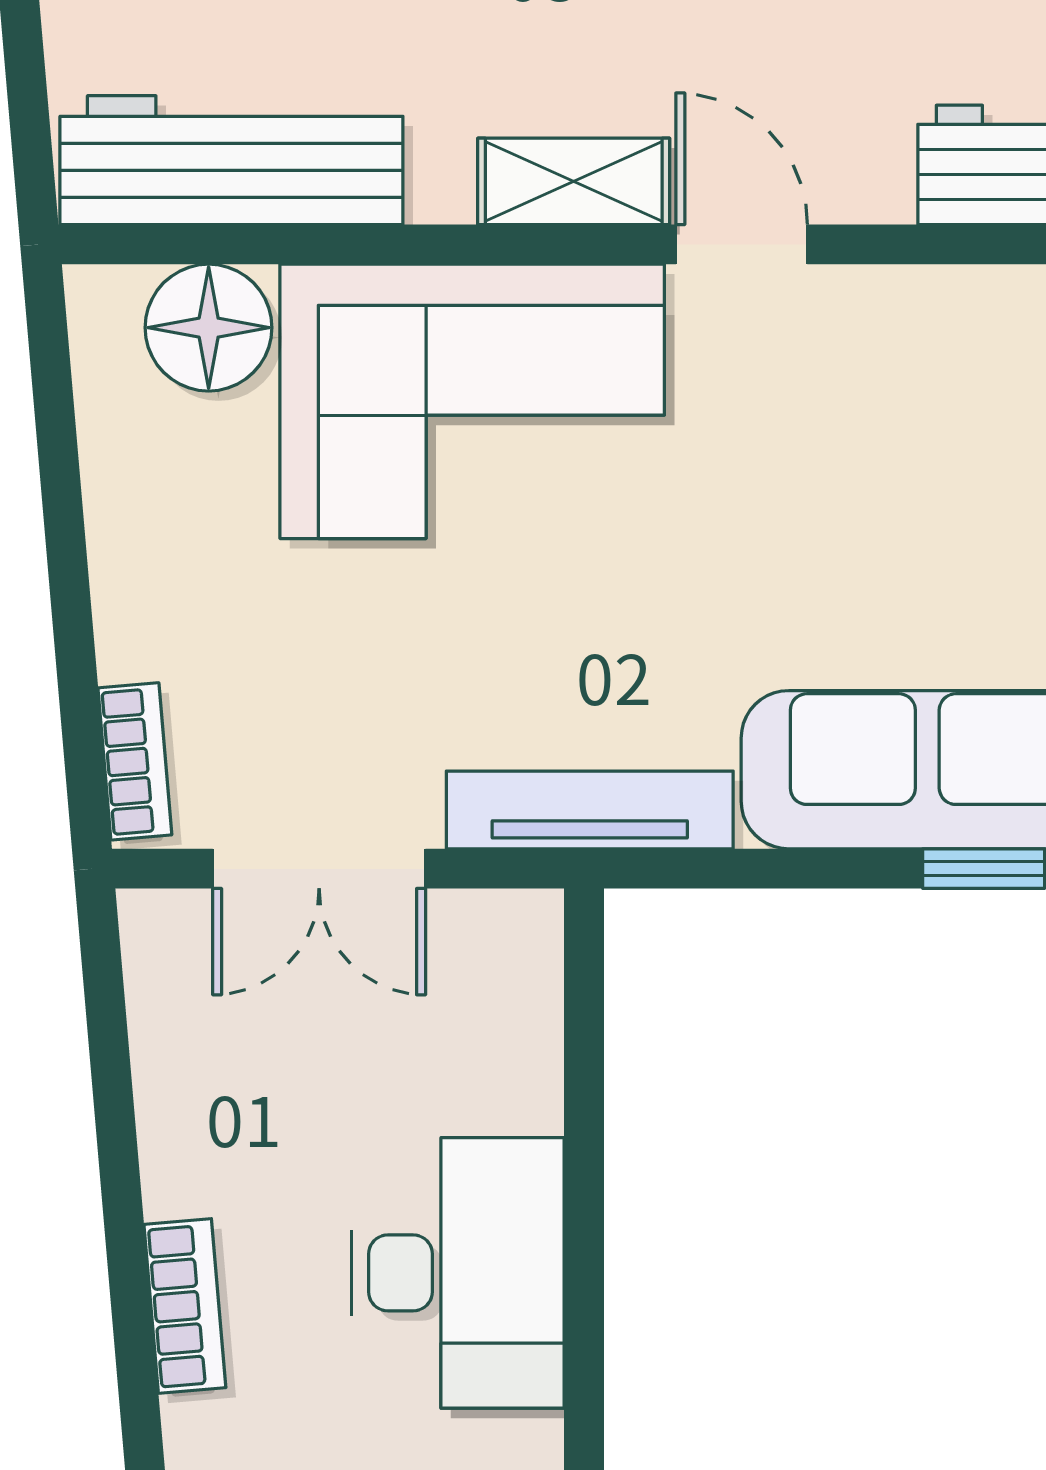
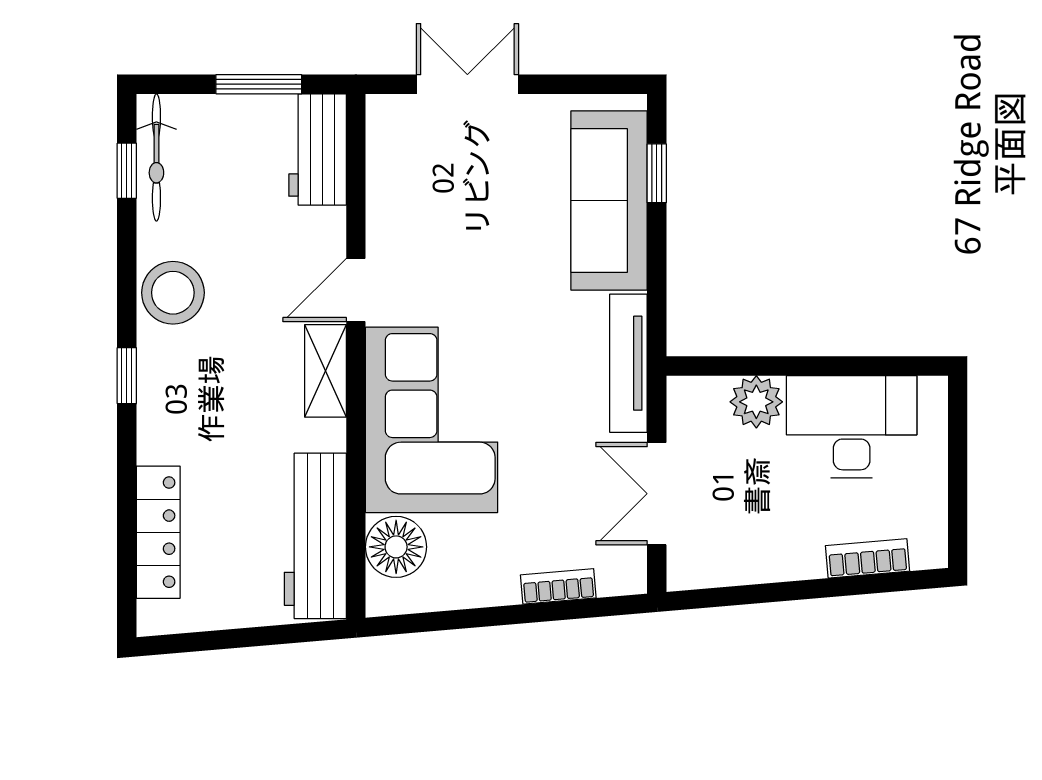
bookcase: (135, 761) -> (558, 586), moved
double door: (319, 869) -> (657, 494), swing flipped
plant: (510, 1075) -> (756, 402), added

